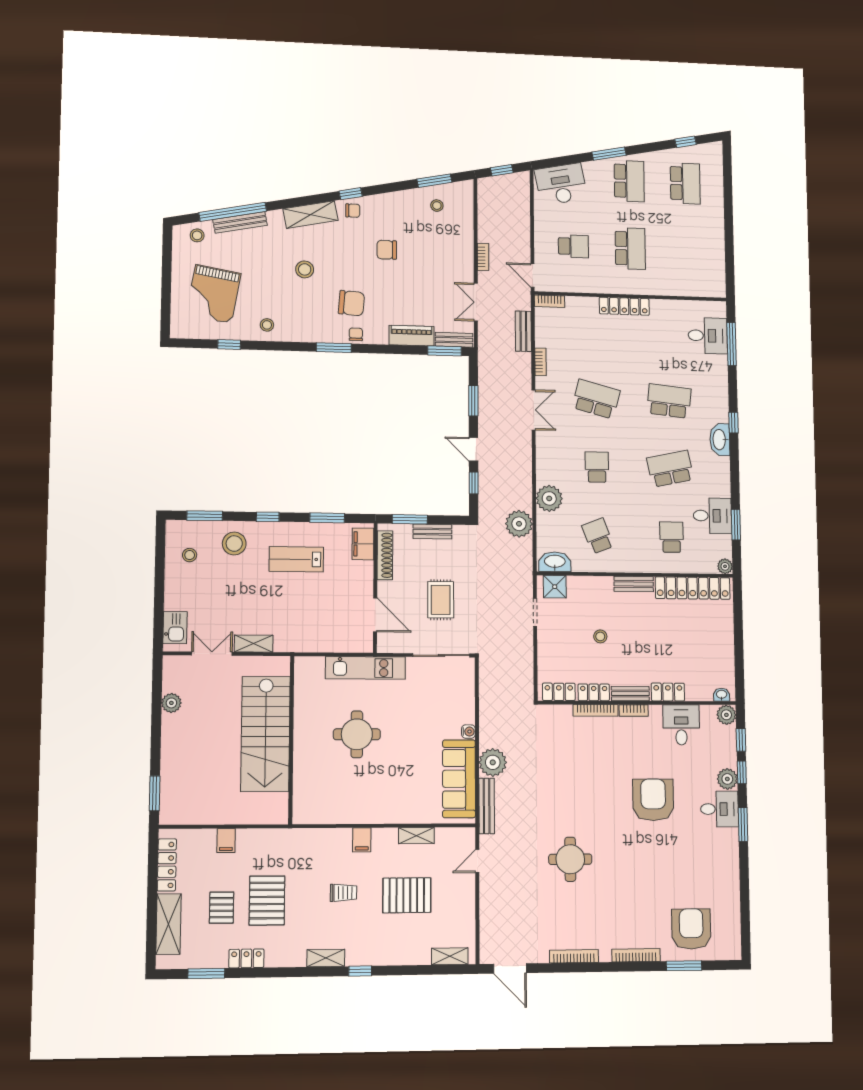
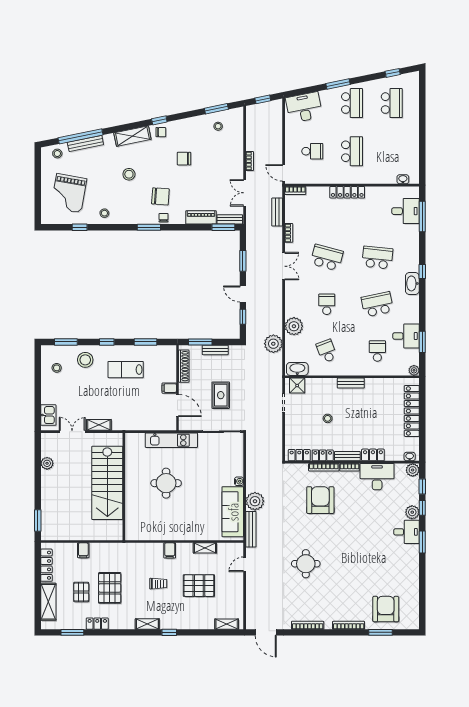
washbasin: (703, 290) -> (403, 179), added
filing cabinet: (363, 544) -> (169, 388), moved, width x0.50
locker: (693, 588) -> (412, 411), moved, turned 90
desk: (681, 725) -> (377, 477), width x1.37
armchair: (653, 800) -> (320, 500), moved

